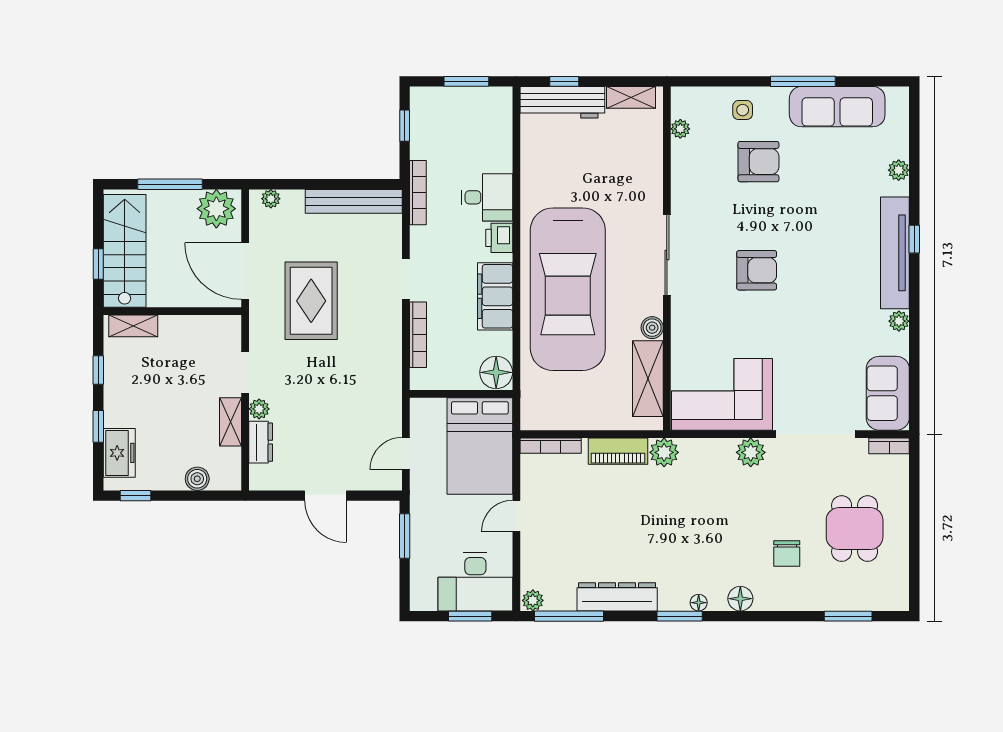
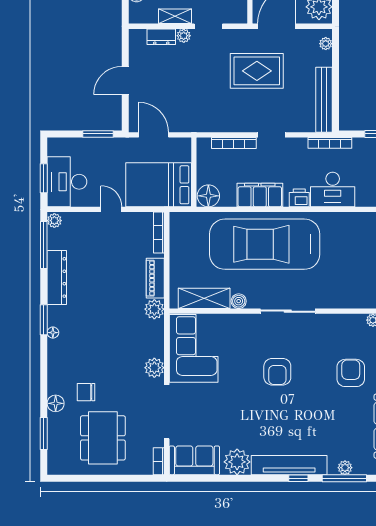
armchair: (758, 162) -> (351, 373), turned 180
window: (914, 171) -> (344, 478), added
desk: (487, 197) -> (333, 190), width x1.37
plant: (899, 321) -> (237, 462), width x1.88, depth x1.88
door: (406, 454) -> (154, 135), width x1.38
dining table: (855, 529) -> (103, 438), width x1.37
floor lamp: (740, 599) -> (56, 403), moved

